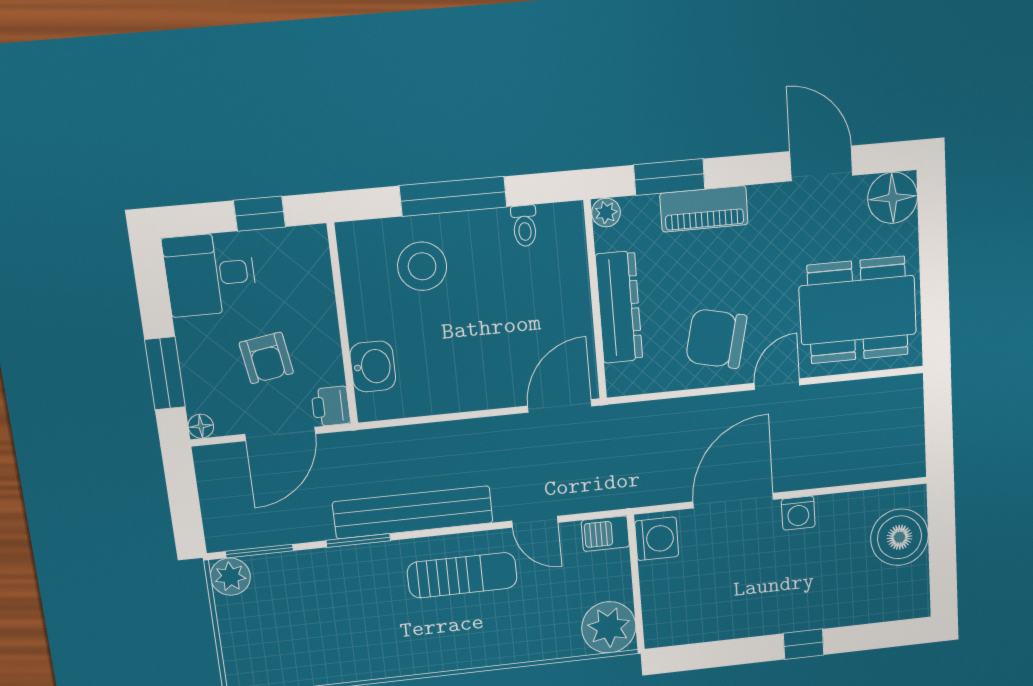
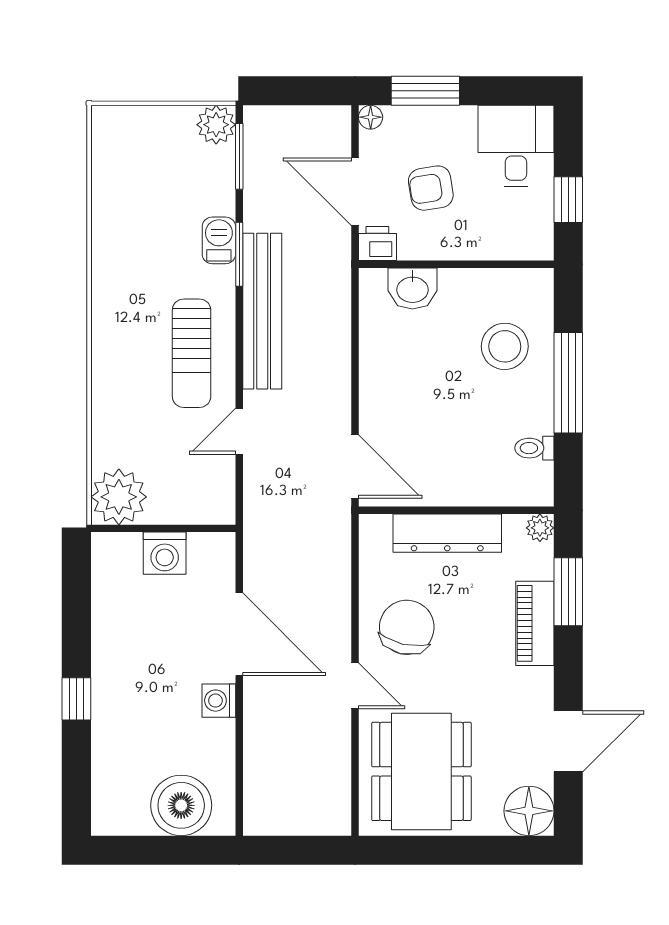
barbecue: (605, 534) -> (219, 240), moved
washing machine: (657, 539) -> (165, 553), moved

